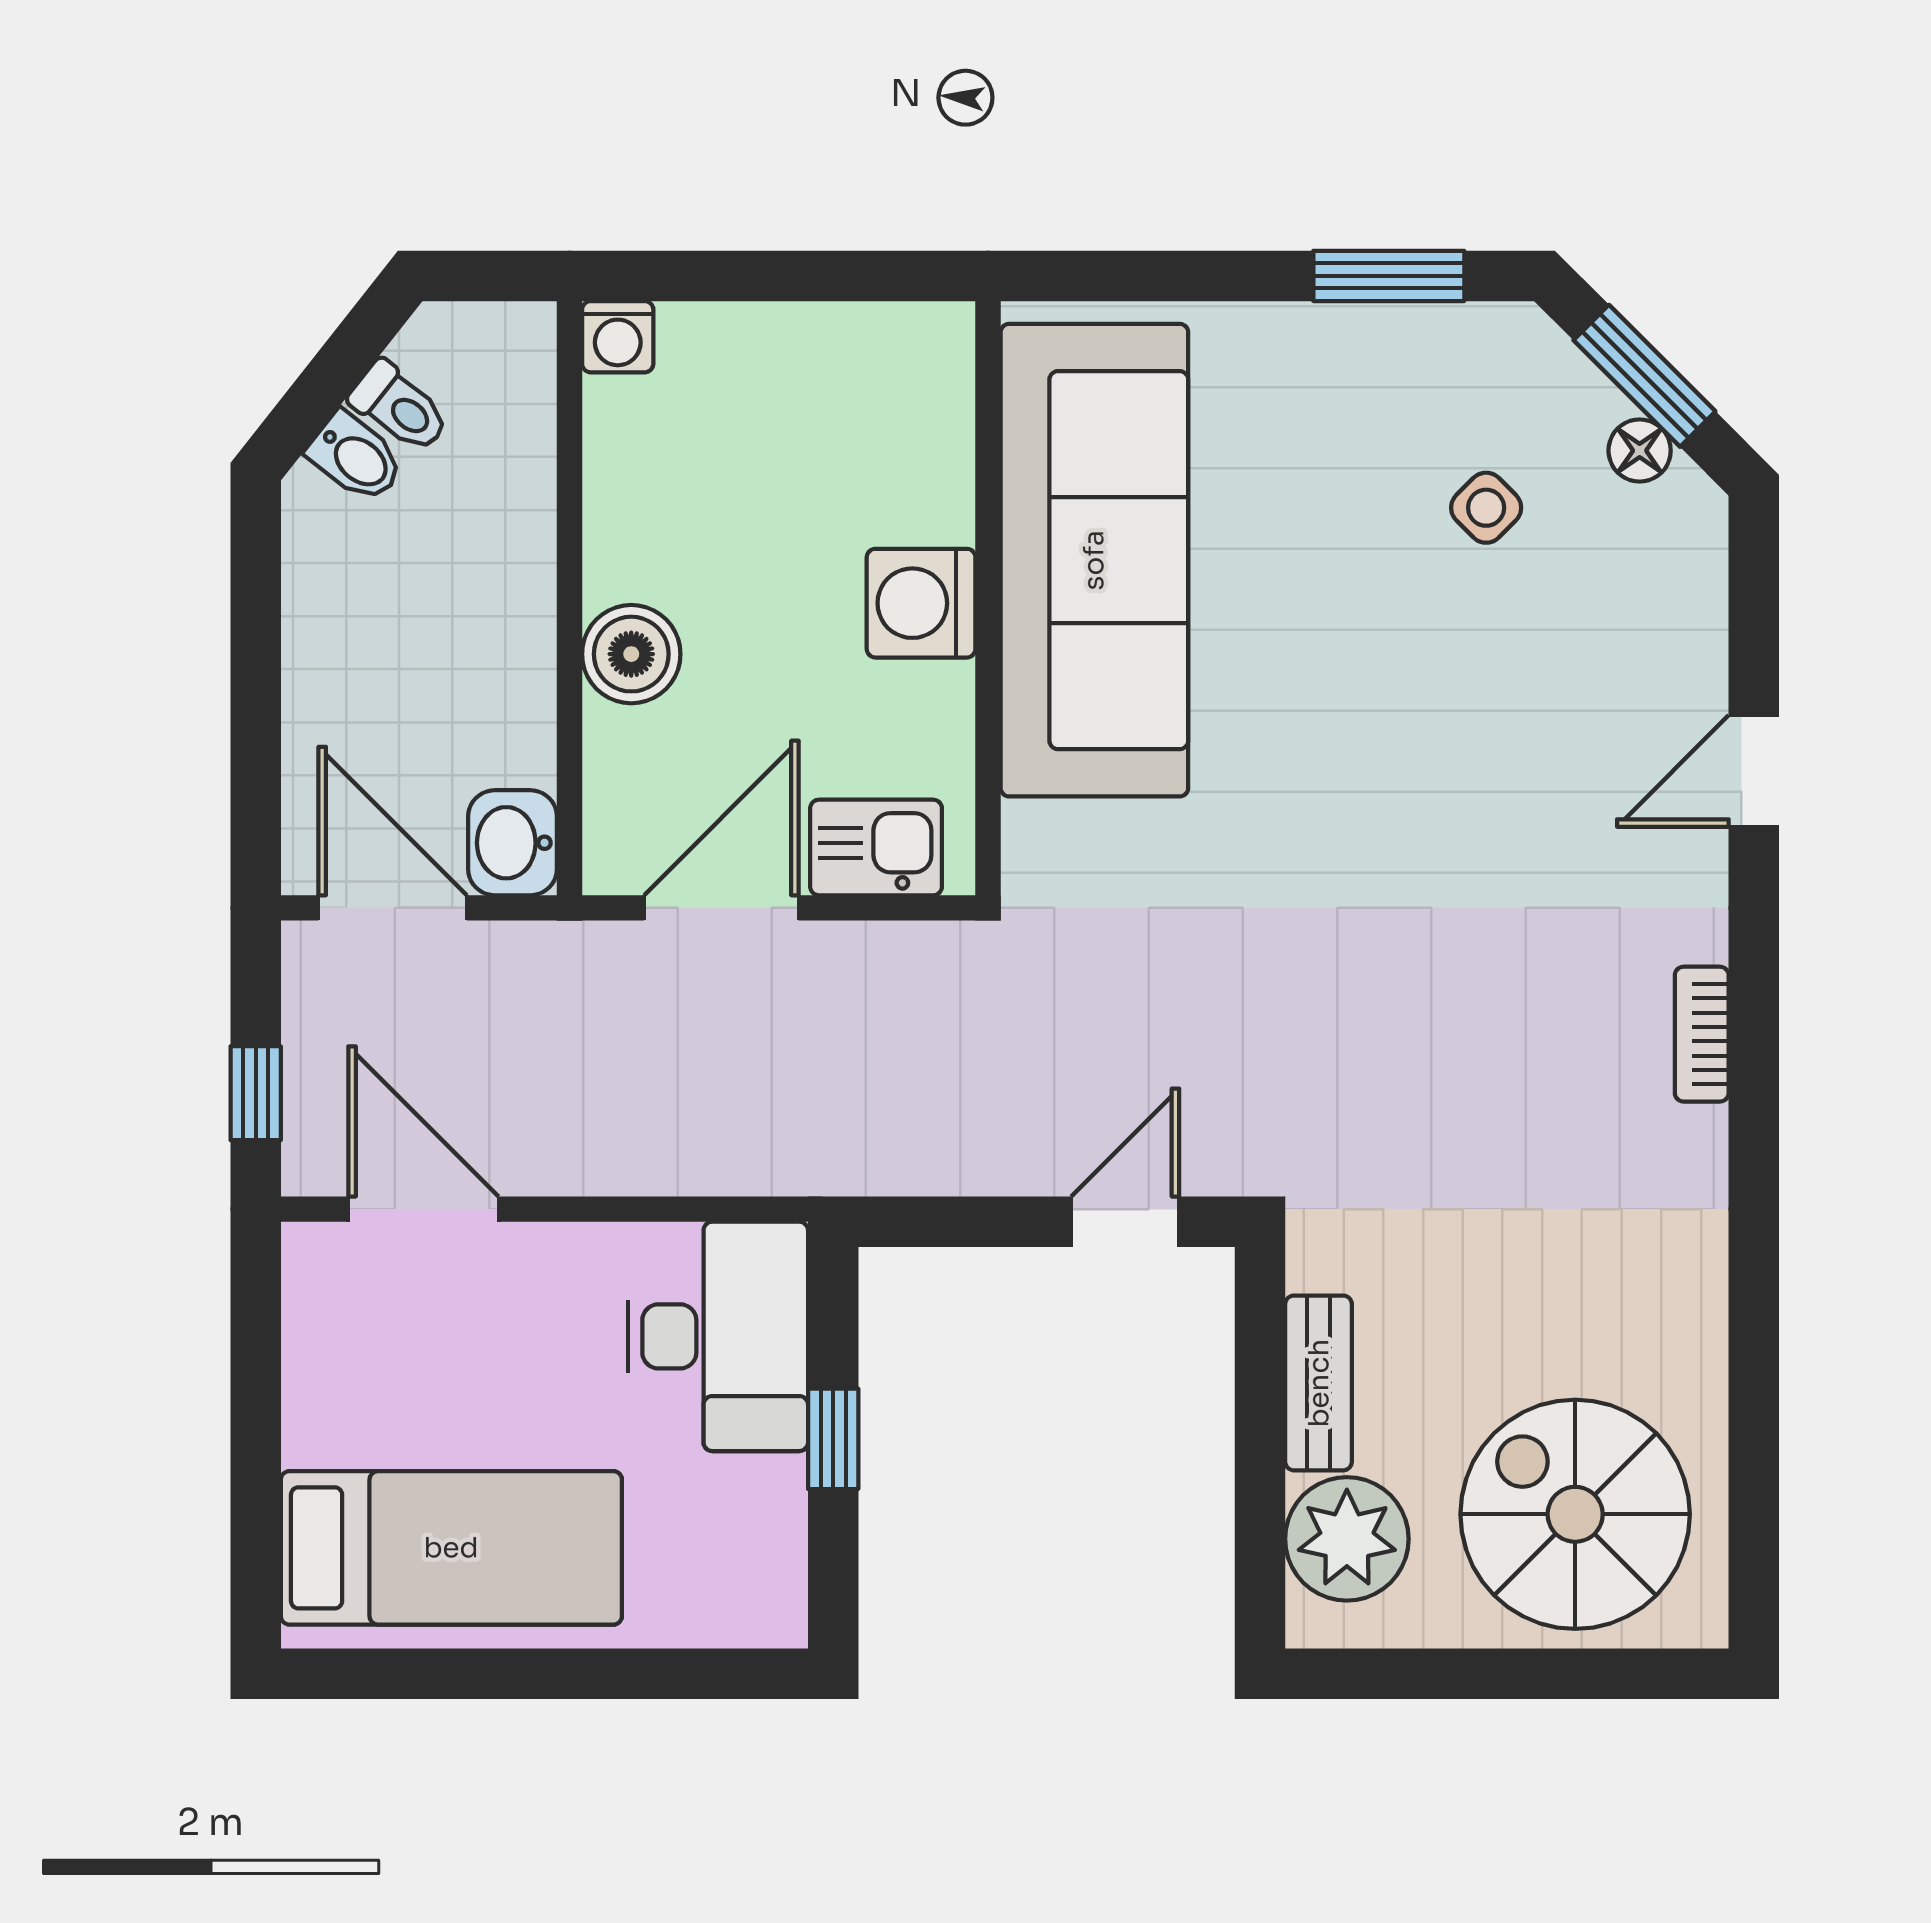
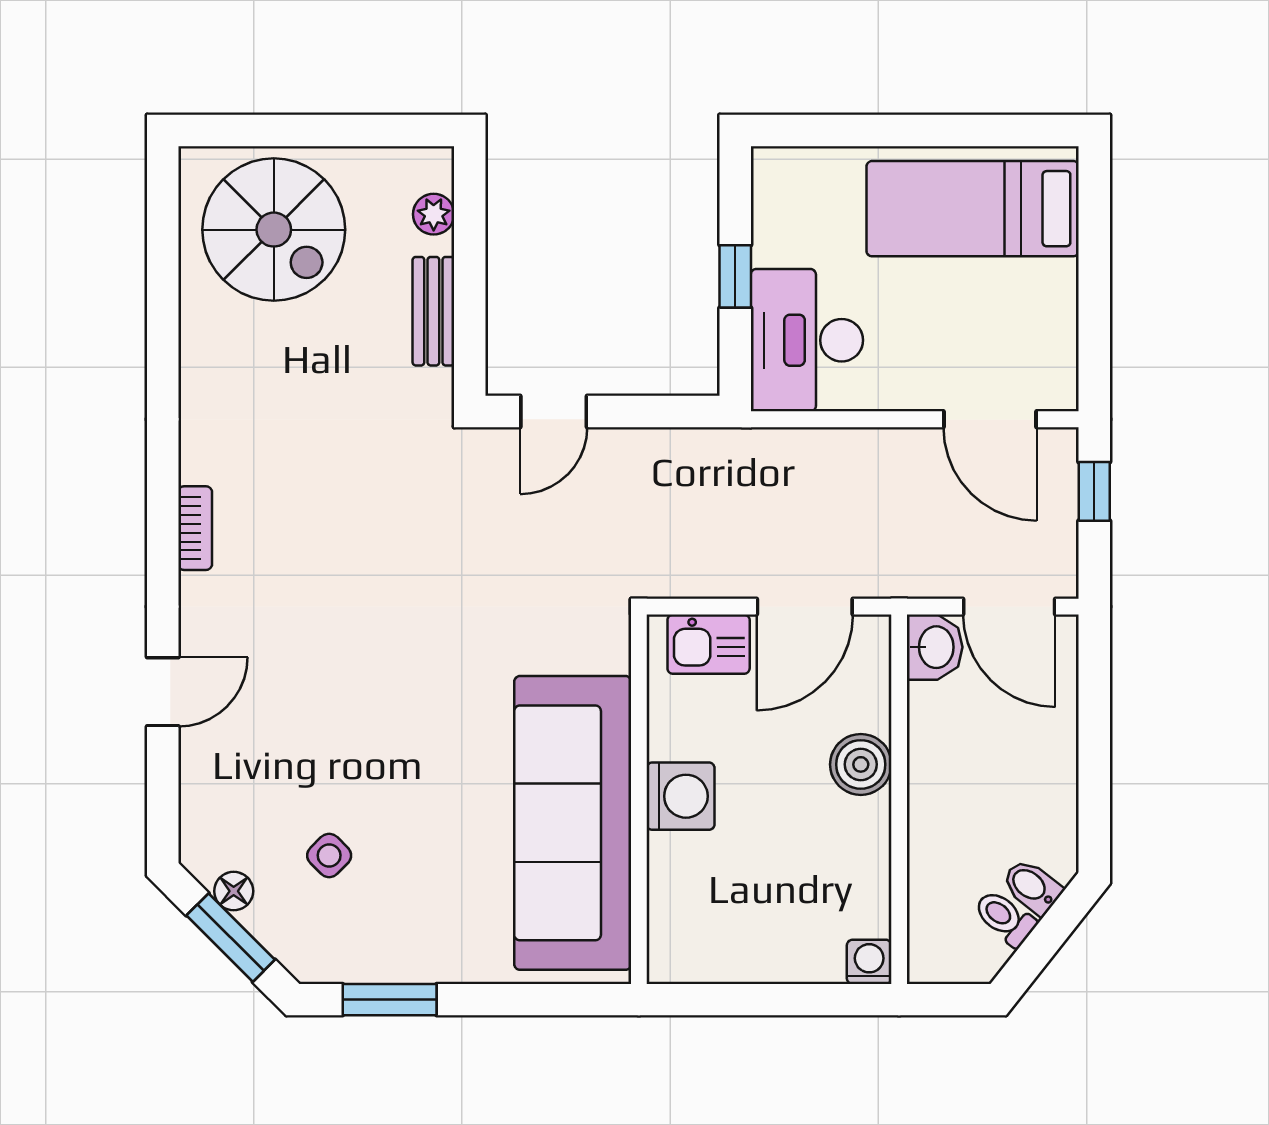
plant: (1347, 1539) -> (434, 214), width x0.53, depth x0.53

